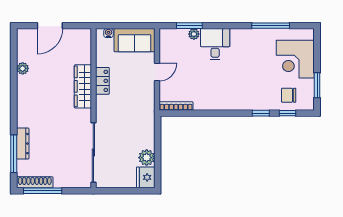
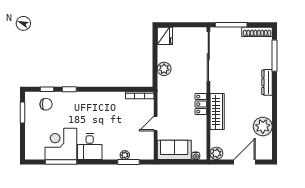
plant: (84, 36) -> (216, 153), added
desk: (215, 44) -> (90, 147), moved
corner desk: (295, 59) -> (61, 144), moved, turned -90
plant: (23, 68) -> (263, 126), width x1.87, depth x1.87
locker: (102, 81) -> (201, 104), moved
dresser: (23, 144) -> (267, 82), moved
plant: (147, 158) -> (164, 69), moved
window: (43, 191) -> (231, 25), moved

